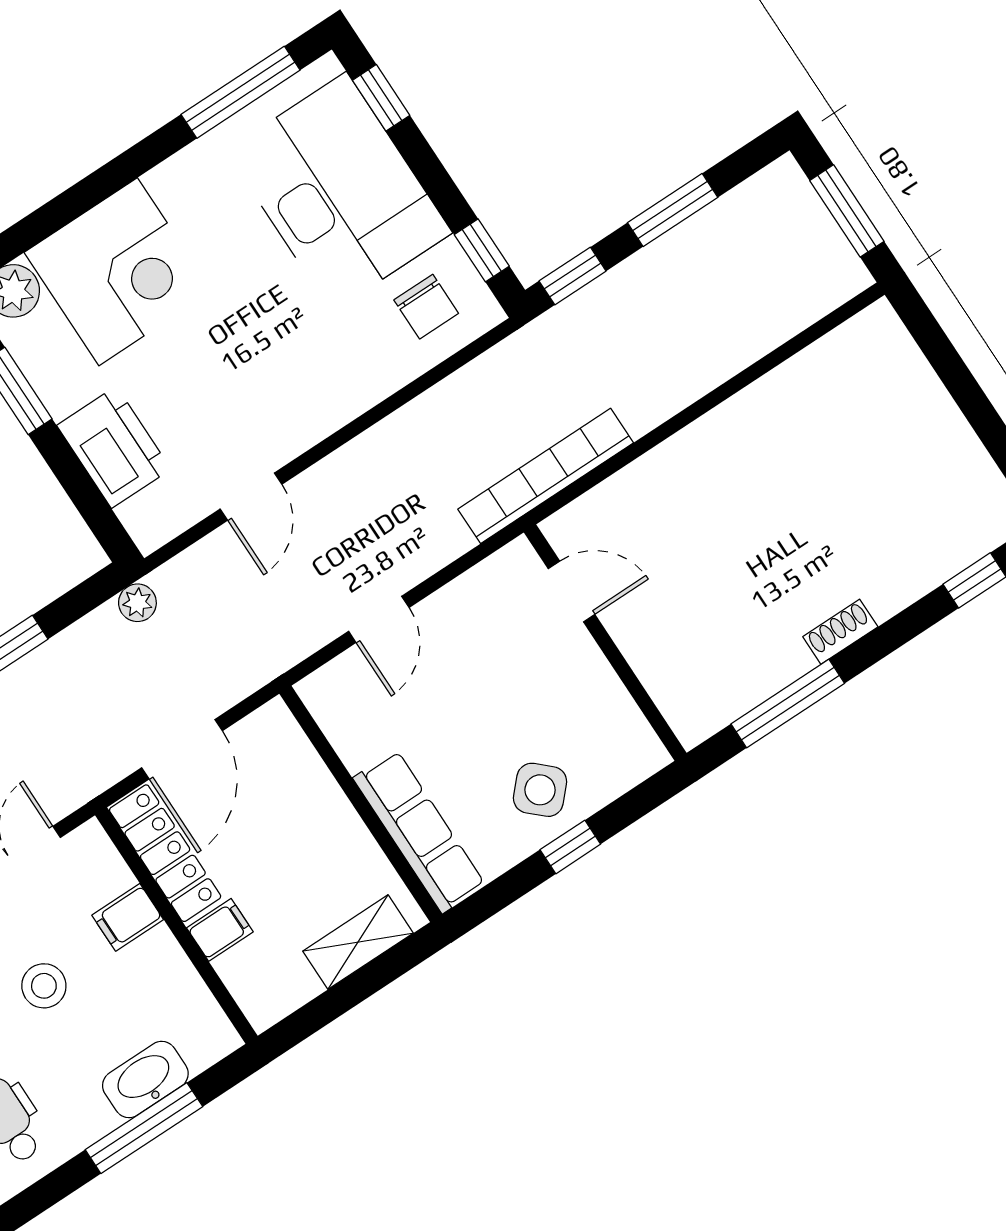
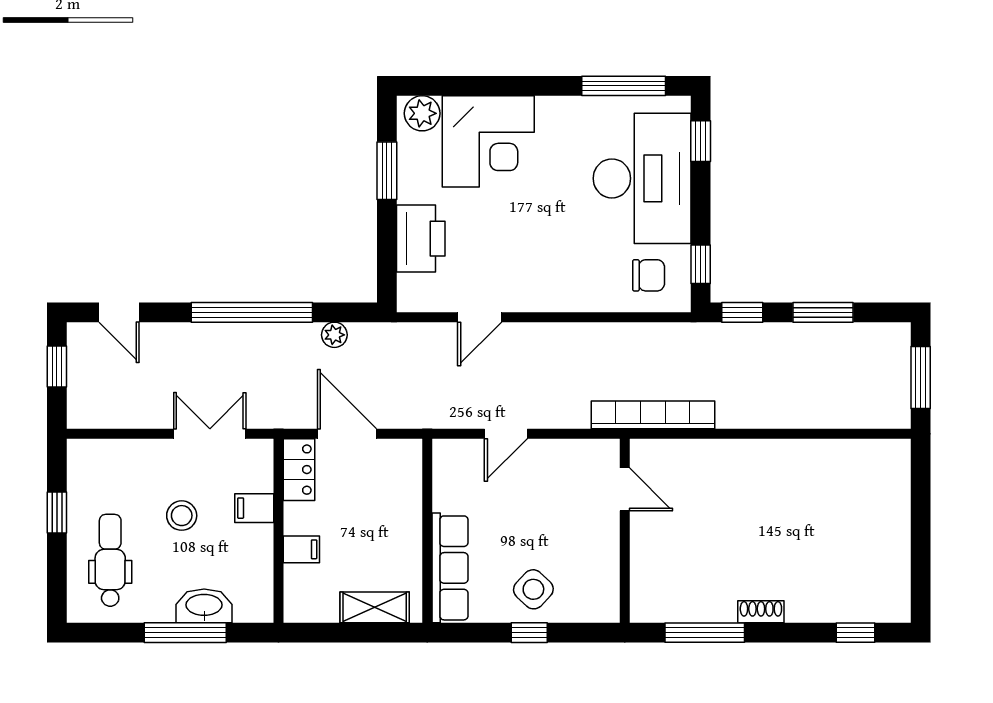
chair: (426, 307) -> (649, 275), turned -90
plant: (137, 603) -> (334, 335), moved
door: (182, 749) -> (347, 434), swing flipped
locker: (165, 853) -> (299, 470), width x0.66

